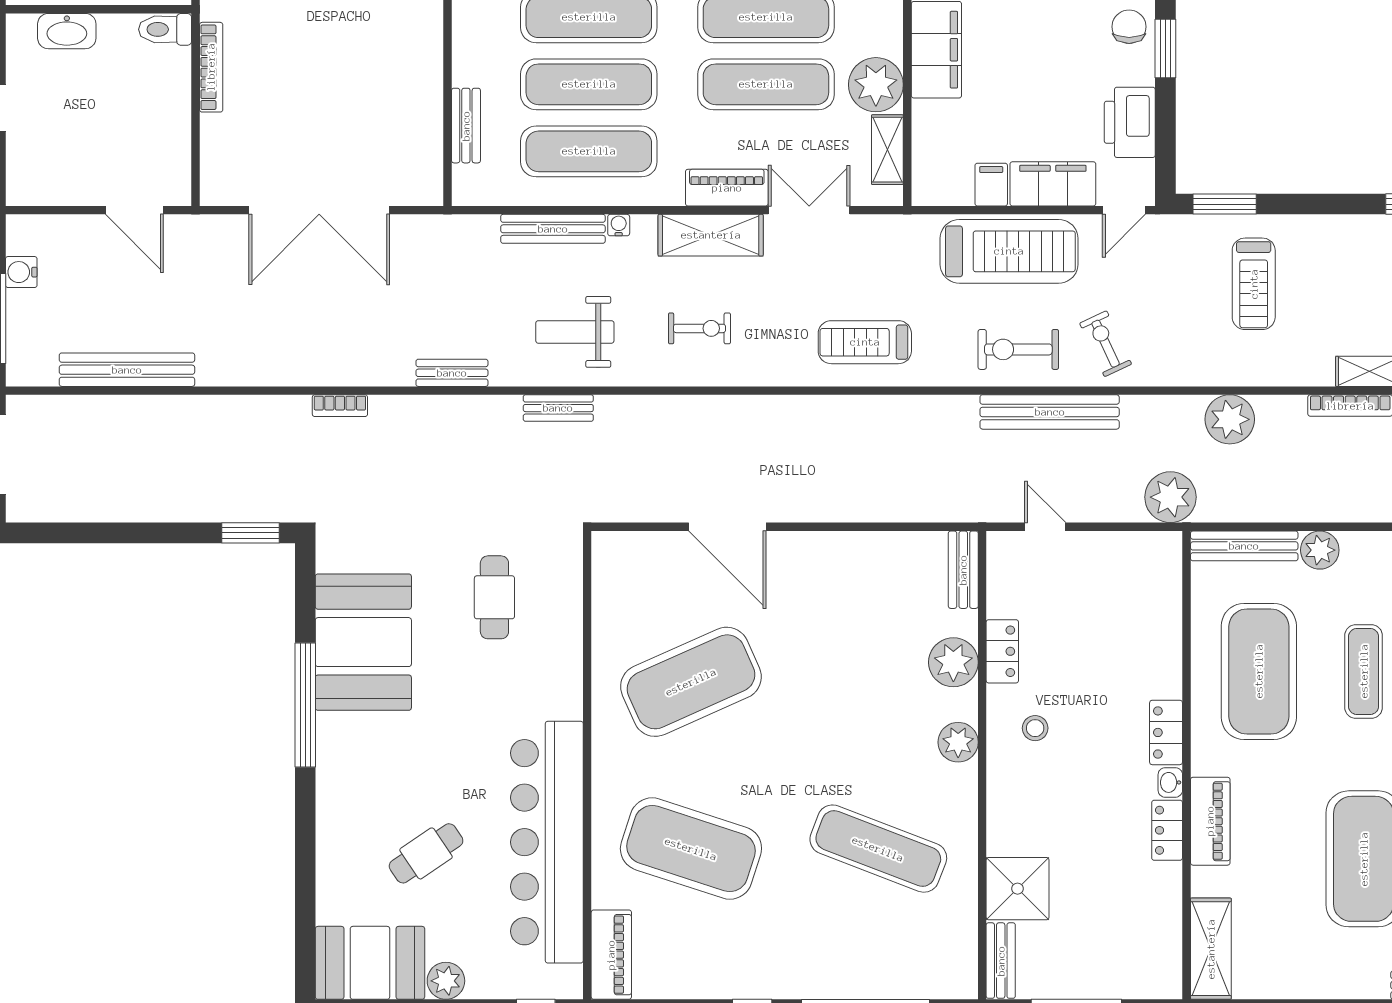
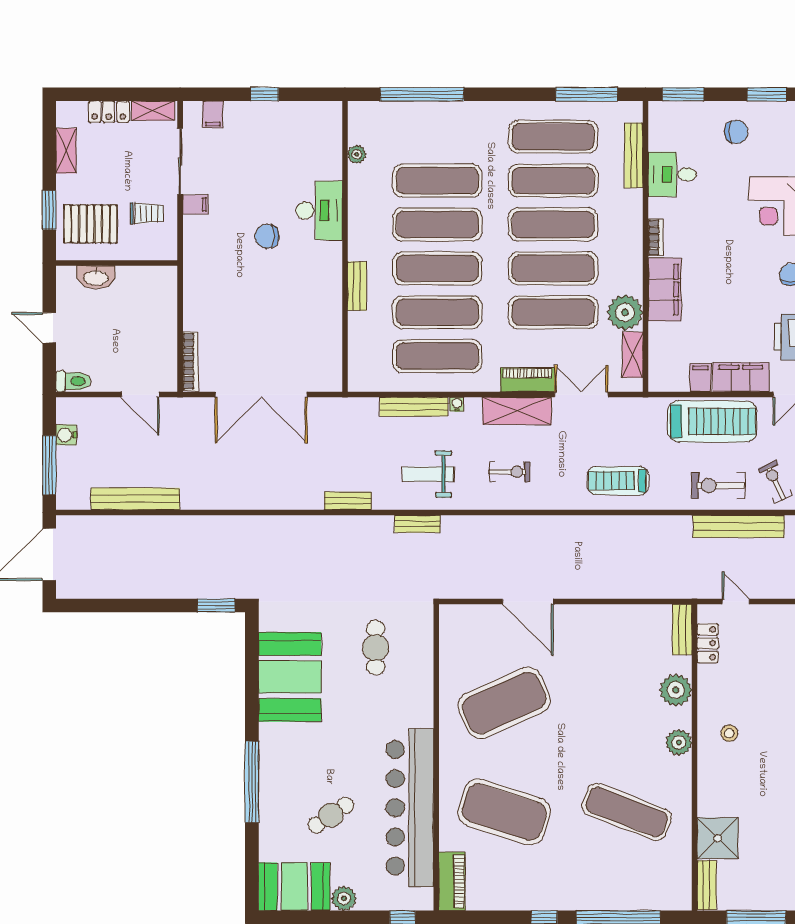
toilet: (165, 29) -> (73, 381), moved, turned 180
bookcase: (211, 67) -> (190, 361), moved
bench: (466, 126) -> (357, 286), moved
bookcase: (340, 406) -> (275, 522), removed
locker: (1002, 651) -> (708, 643), moved
window: (305, 705) -> (252, 782), moved

